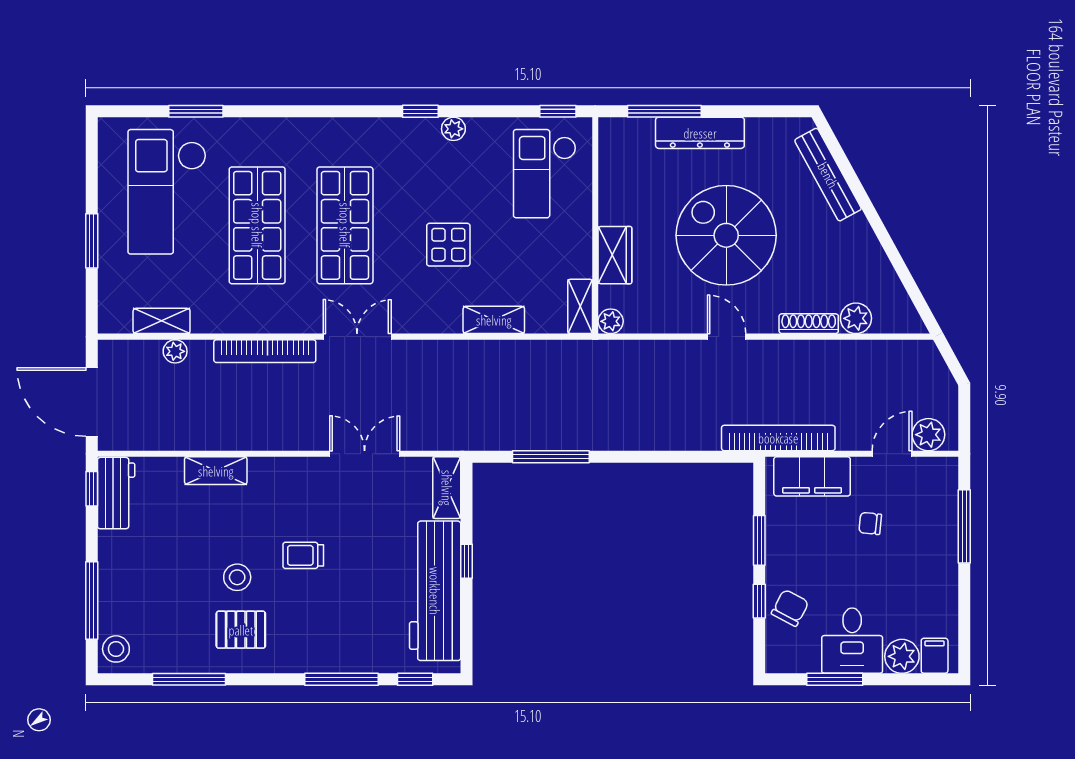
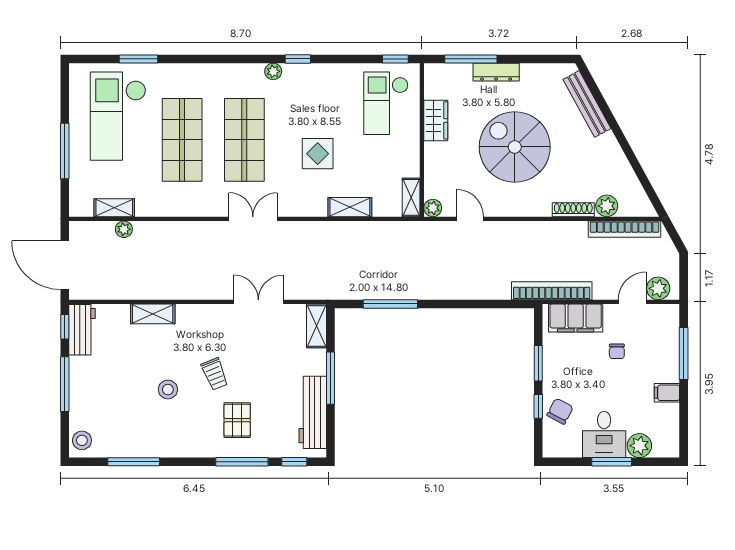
plant: (453, 129) -> (273, 71), moved
dresser: (700, 133) -> (496, 72), width x0.73, depth x0.80
window: (92, 241) -> (65, 151), width x1.44
wardrobe: (615, 255) -> (436, 120), moved
door: (727, 337) -> (470, 219), moved
bookcase: (265, 351) -> (625, 229), moved
chair: (870, 523) -> (617, 351), turned -96
trolley: (303, 555) -> (215, 374), turned -112
window: (466, 561) -> (331, 378), width x2.17
workbench: (435, 591) -> (313, 412), width x0.73, depth x0.76
window: (92, 601) -> (65, 384), moved
pallet: (241, 630) -> (237, 420), moved, turned 90
filing cabinet: (935, 656) -> (667, 393), moved, turned -90
window: (835, 679) -> (612, 462), moved

